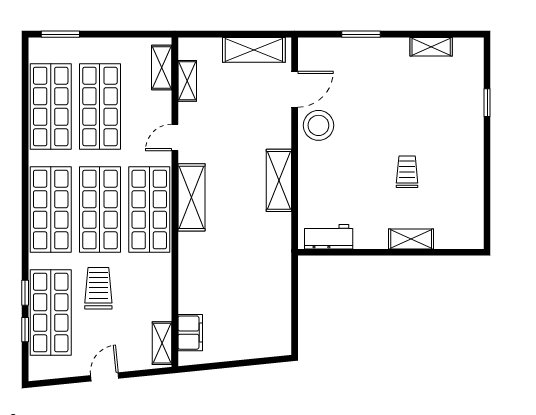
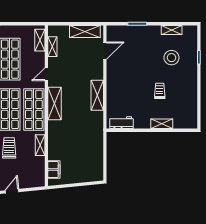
stool: (318, 125) -> (171, 58), moved
shelving: (162, 343) -> (40, 145), moved

